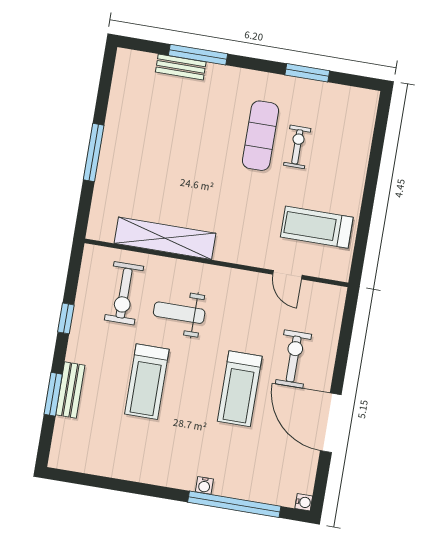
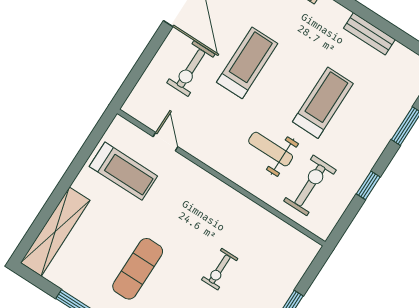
exercise bike: (297, 147) -> (220, 269), moved
shelving: (165, 238) -> (55, 232), moved, turned 90
weight bench: (179, 313) -> (271, 149), turned 180
bench: (70, 390) -> (369, 34), moved, turned 90

